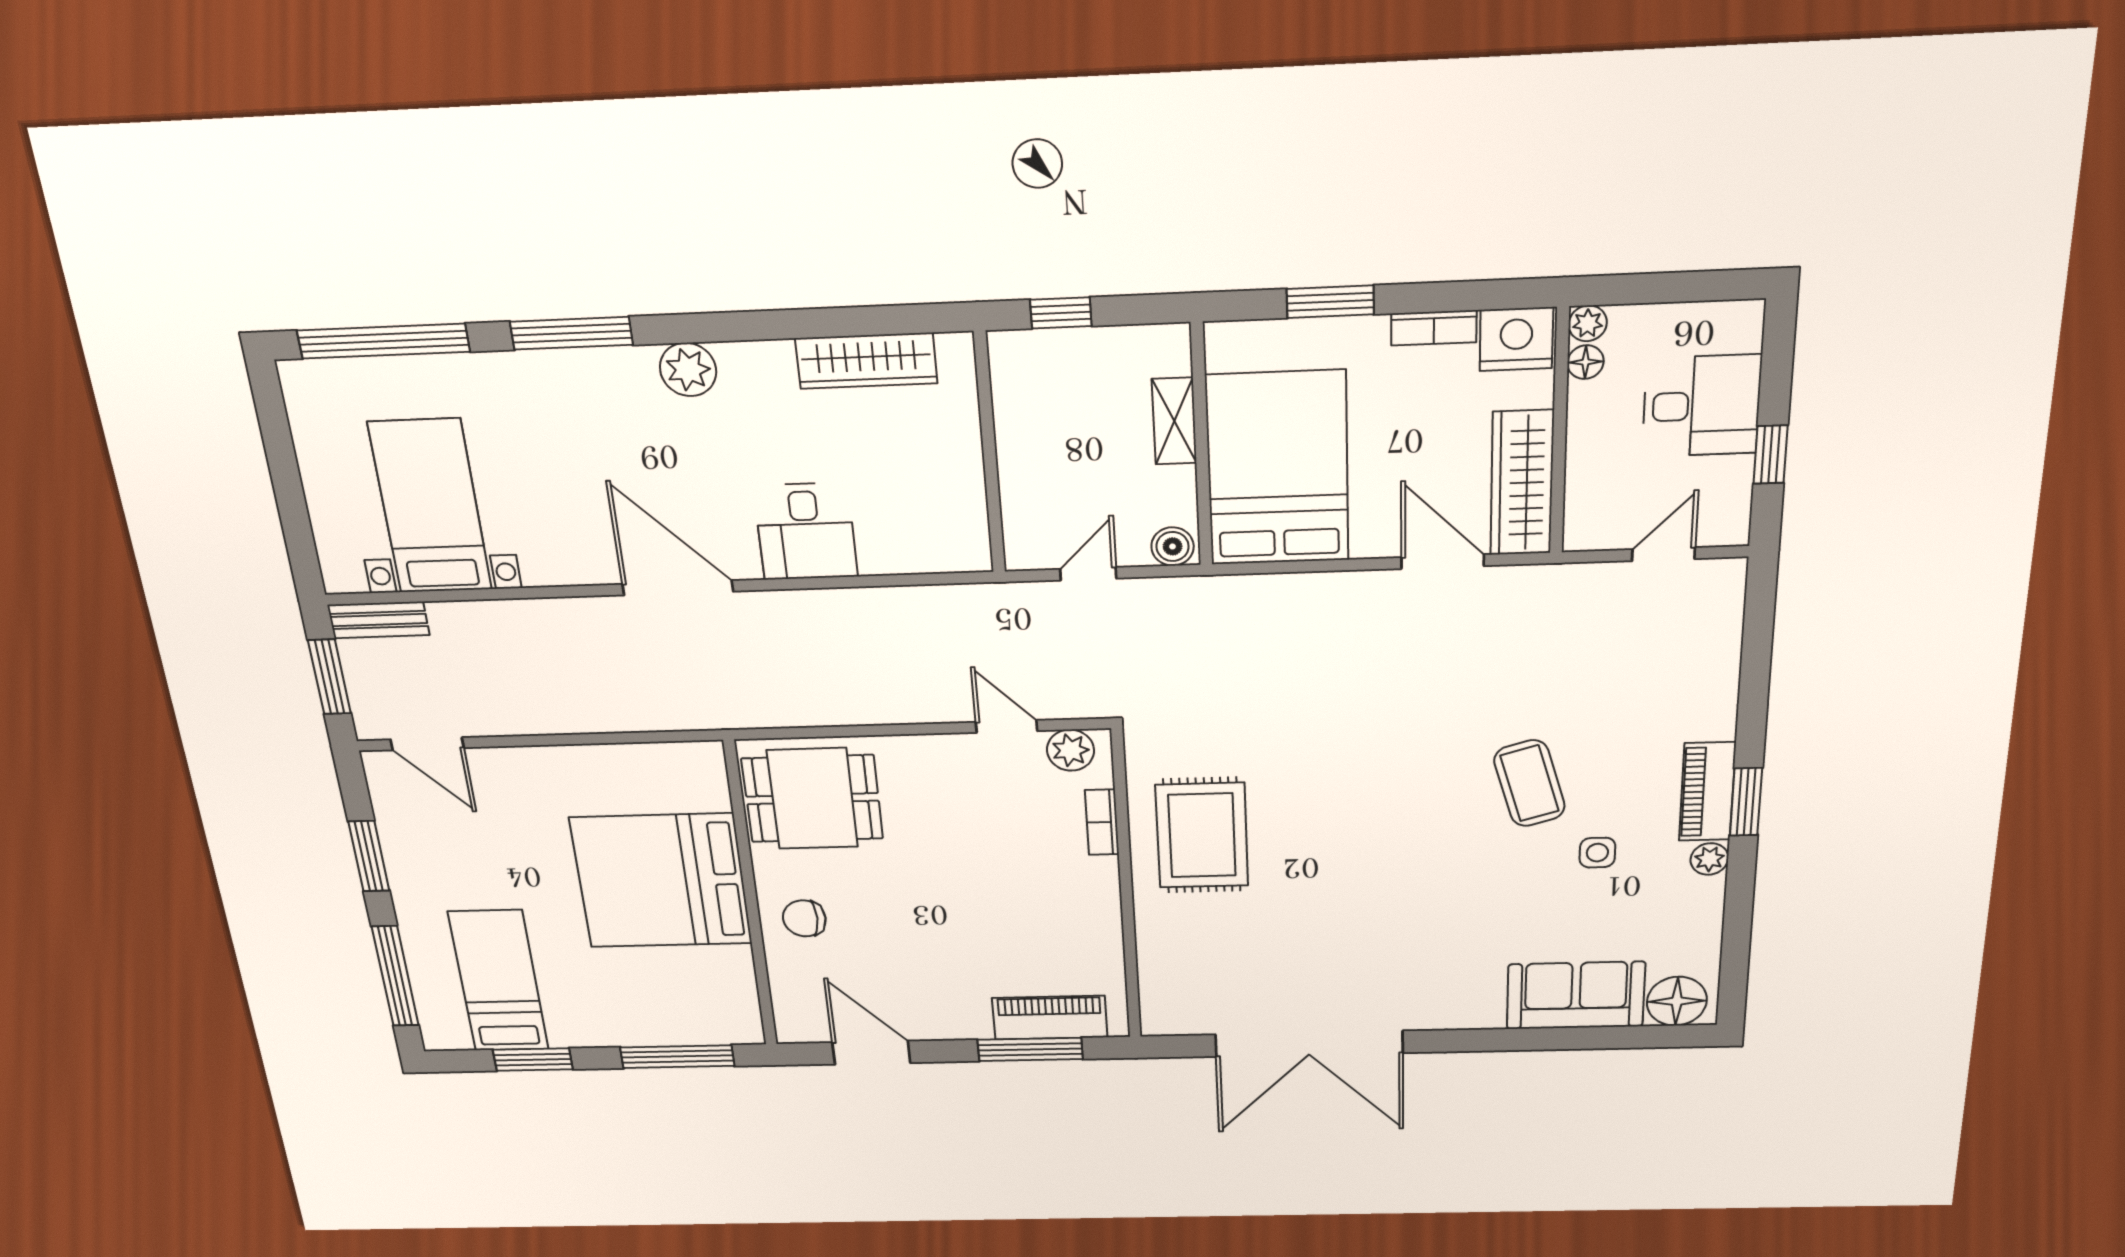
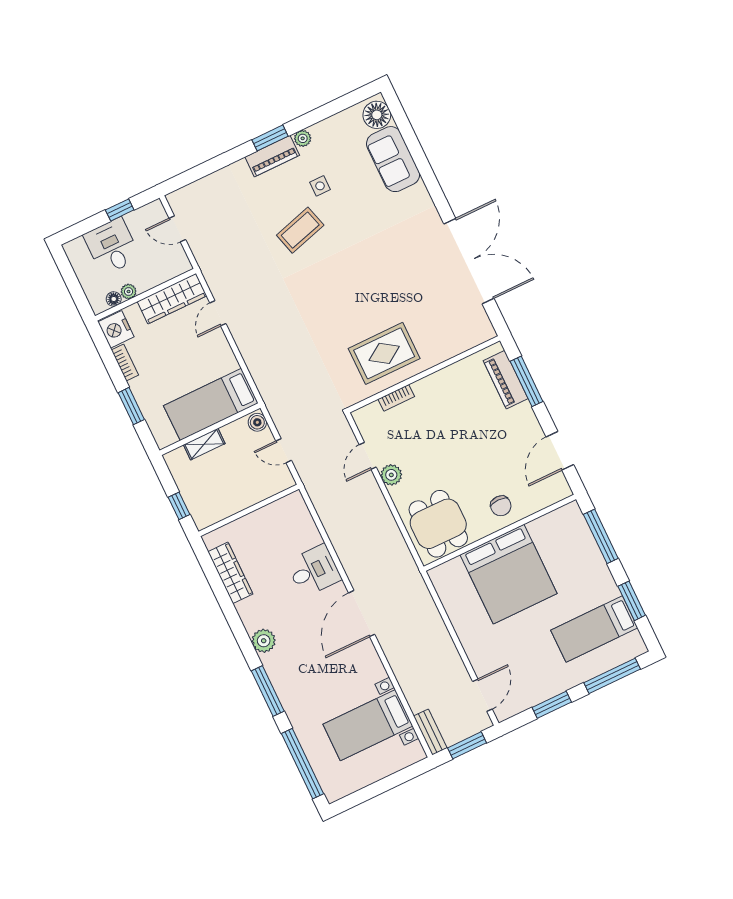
plant: (1588, 323) -> (129, 292), moved
bed: (1278, 469) -> (211, 404), width x0.67
door: (1443, 562) -> (218, 313), width x0.73
plant: (1071, 750) -> (391, 475), moved

